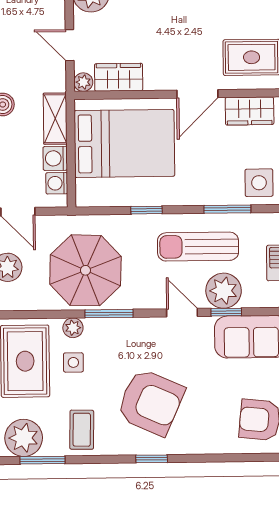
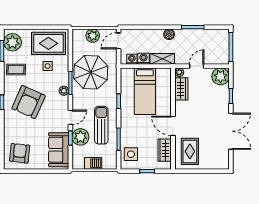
bed: (124, 143) -> (145, 91), width x0.67
plant: (73, 328) -> (64, 91), moved

